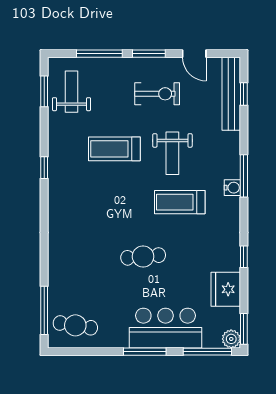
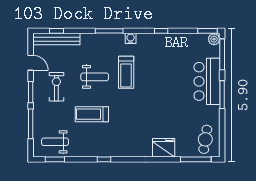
door: (194, 54) -> (31, 63), hinge flipped
treadmill: (114, 149) -> (92, 114), turned 90
water cooler: (232, 188) -> (131, 38), moved
cafe table: (143, 256) -> (161, 96), removed
fridge: (226, 289) -> (164, 148), moved, turned 180

